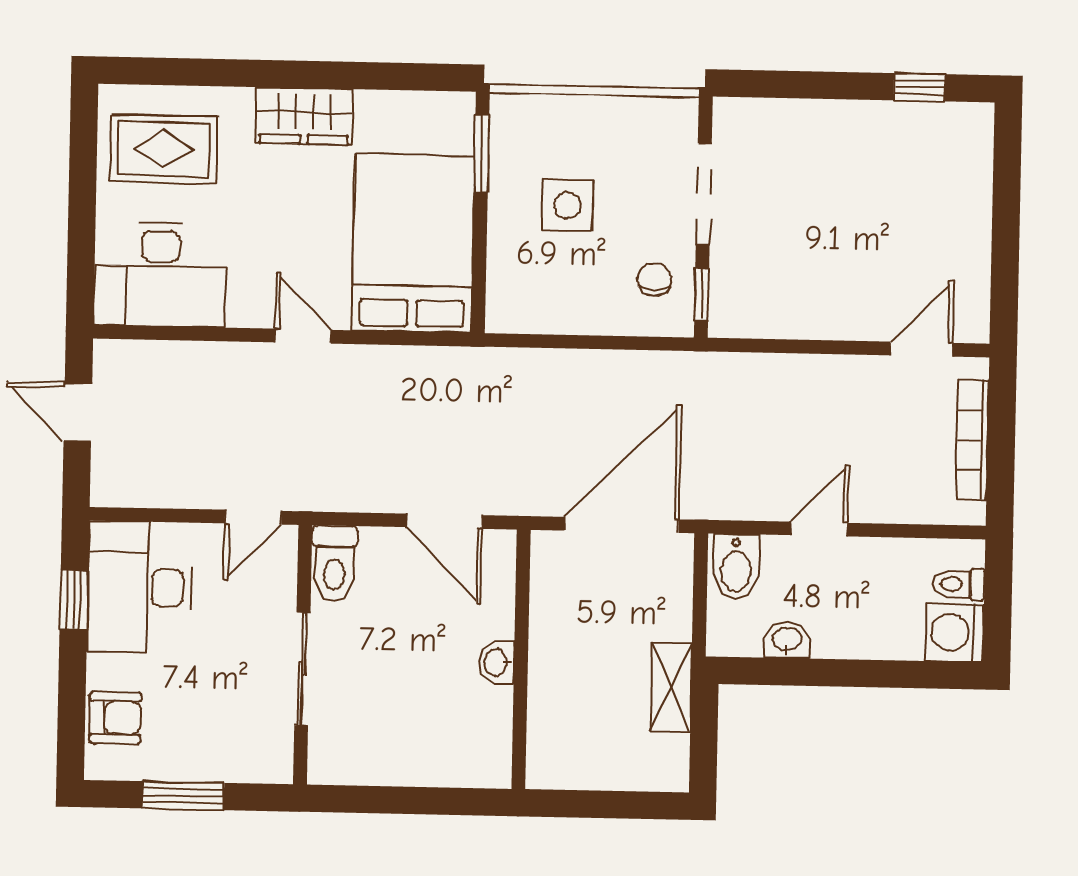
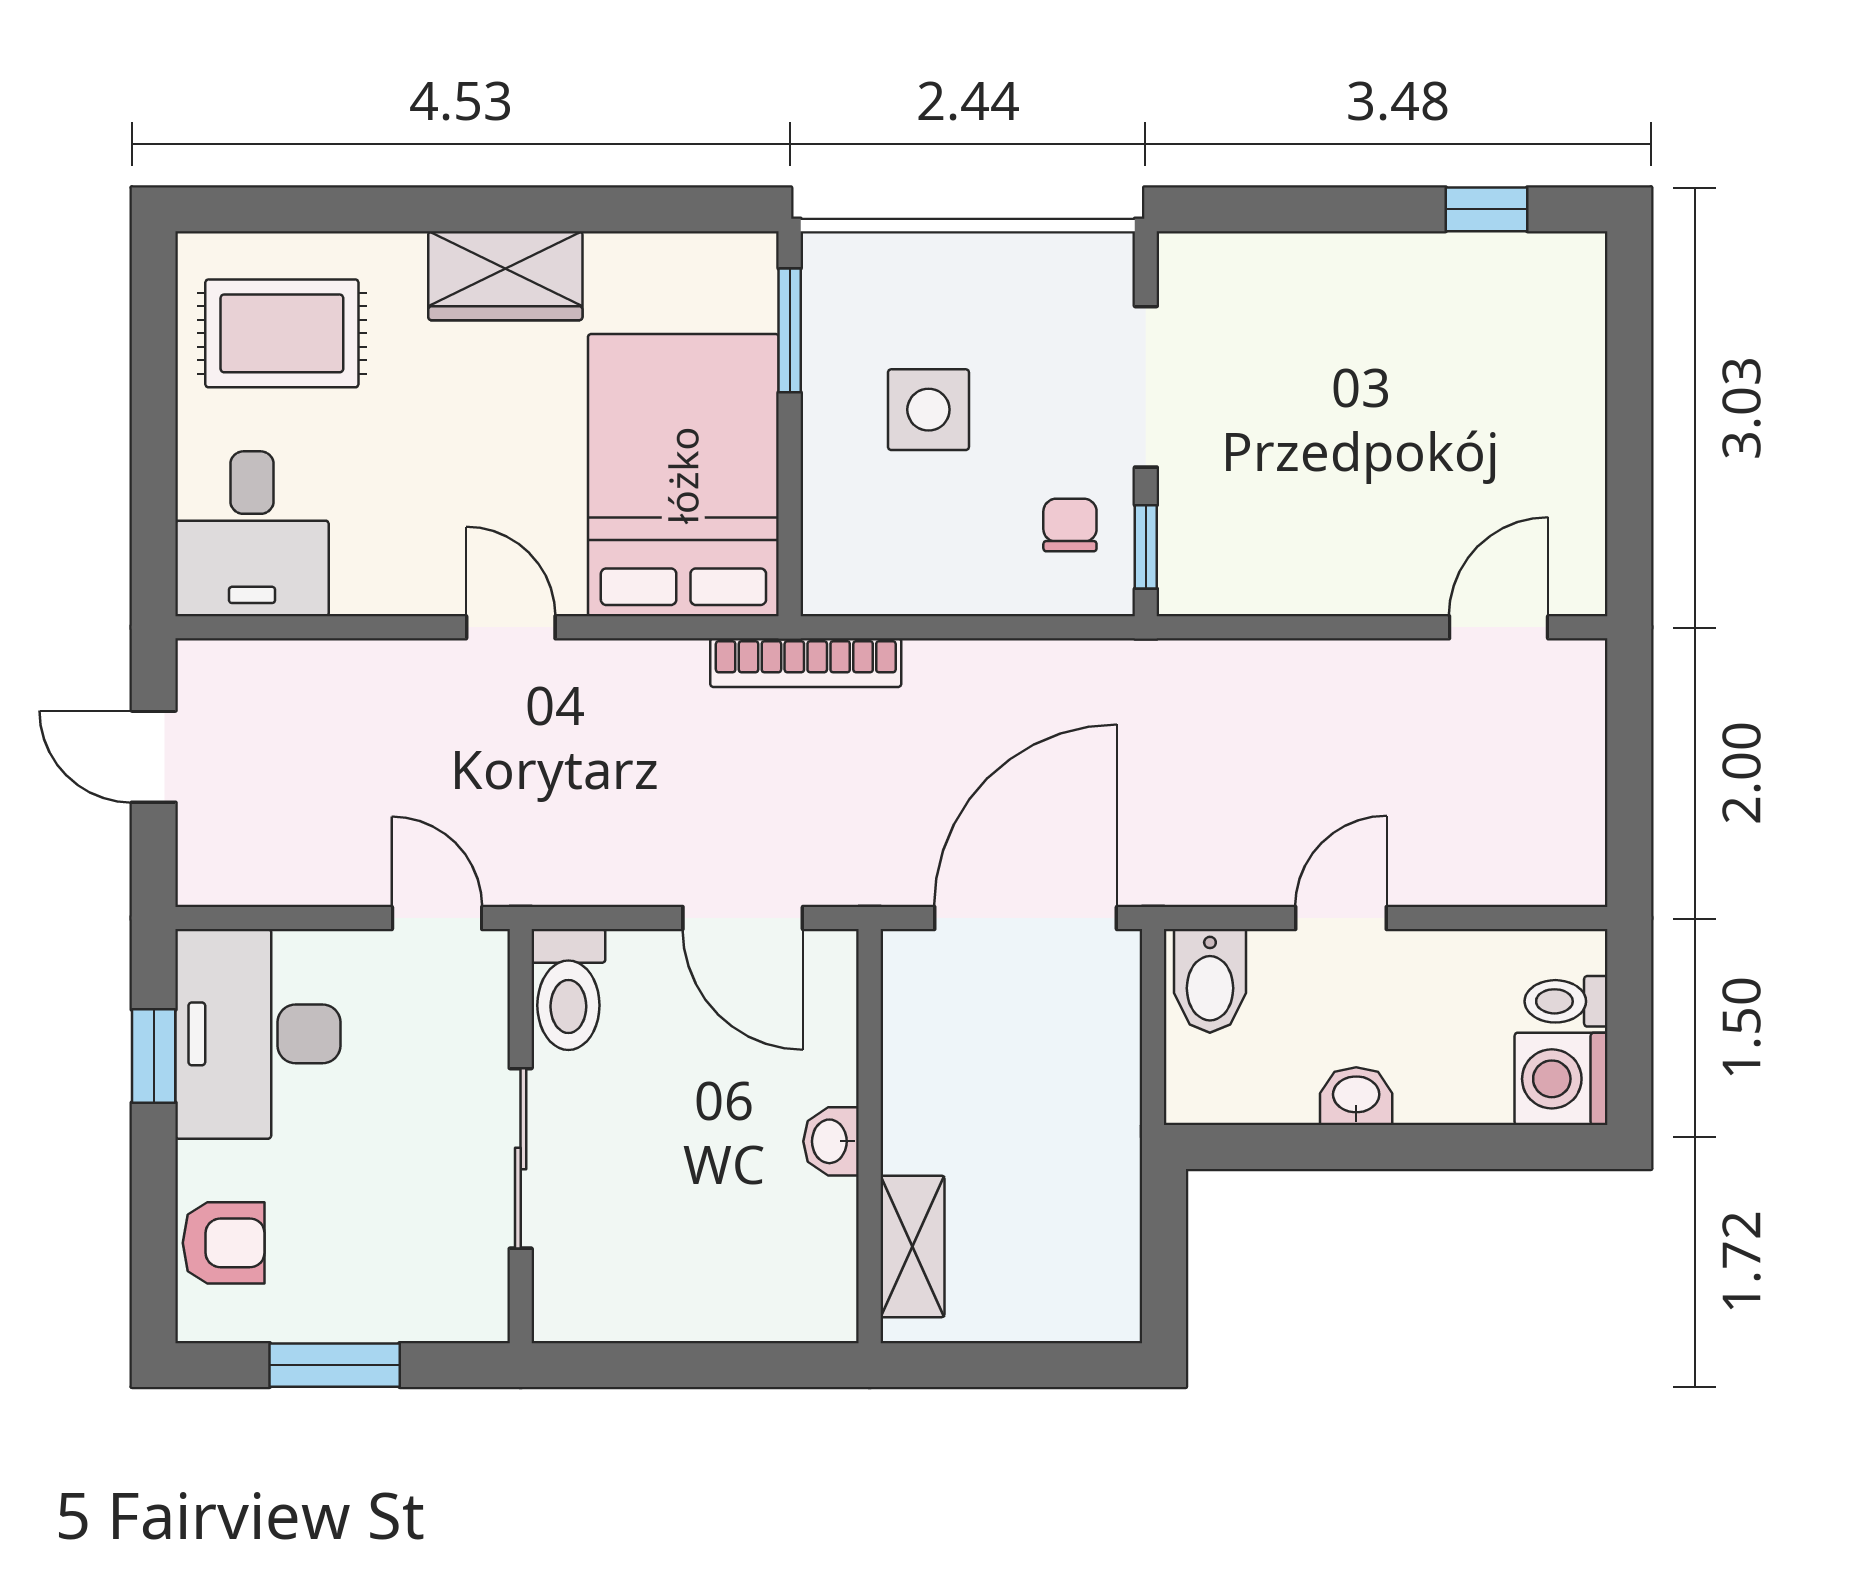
desk: (160, 275) -> (252, 534), width x0.73
bookcase: (972, 440) -> (806, 663), moved, turned -90
door: (253, 517) -> (437, 918), swing flipped
washbasin: (787, 640) -> (1356, 1096), moved
shelving: (671, 687) -> (912, 1246), moved

